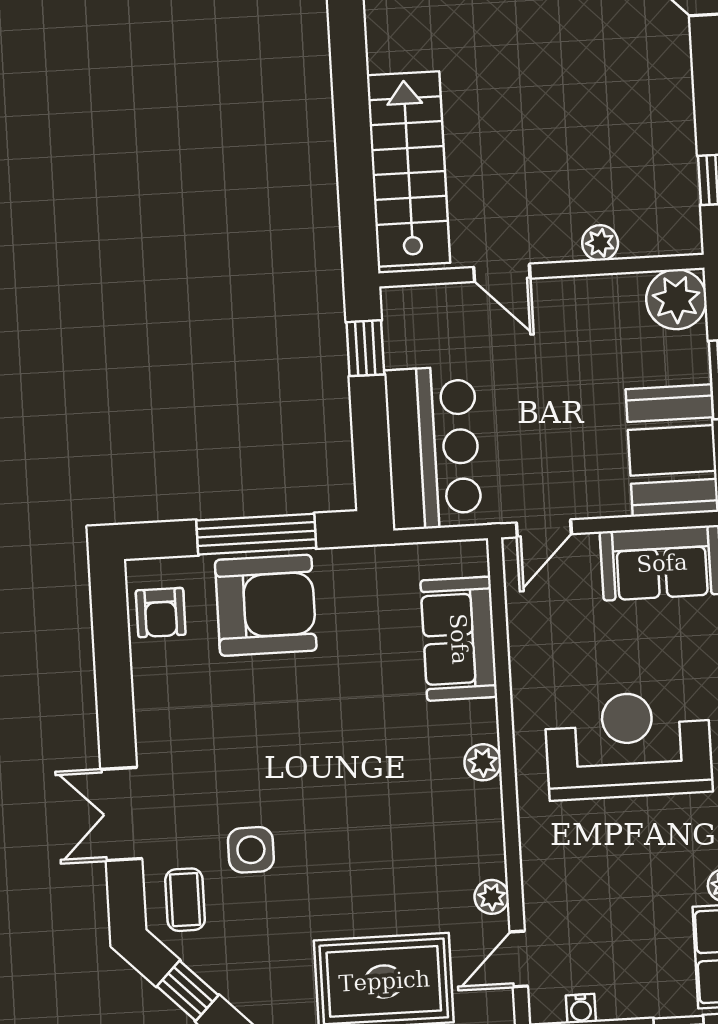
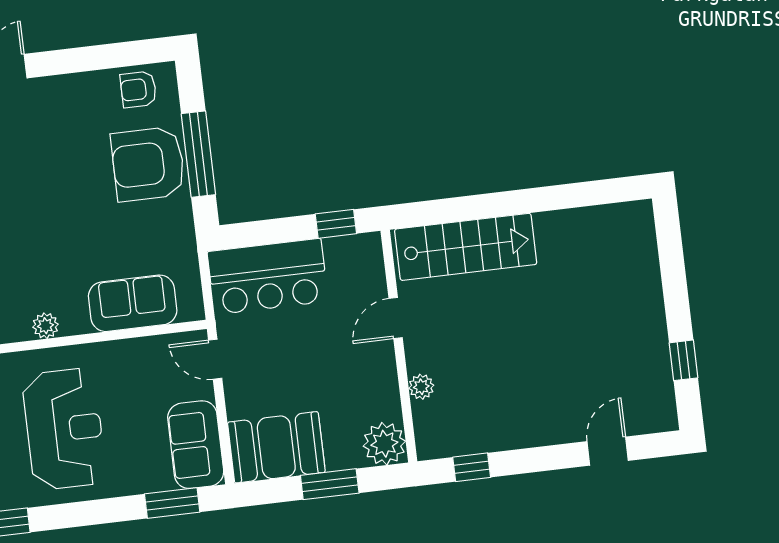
armchair: (266, 605) -> (148, 164), turned 90

